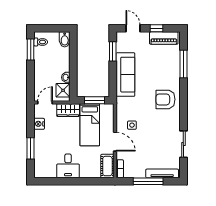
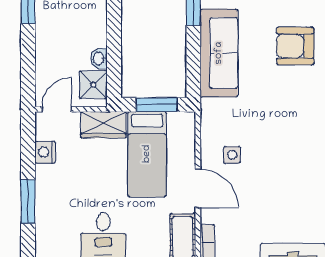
armchair: (165, 99) -> (295, 46), moved

